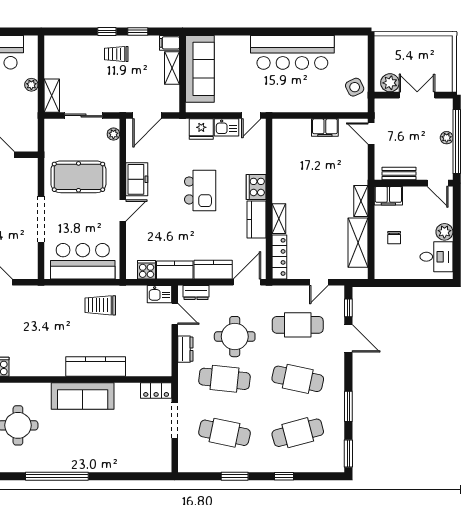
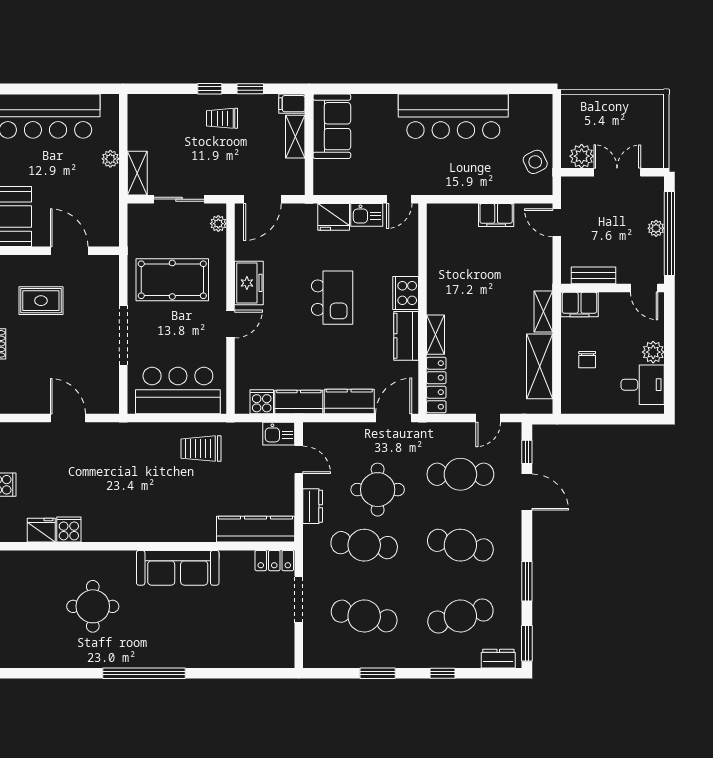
sofa: (200, 69) -> (332, 126), width x0.73
dresser: (196, 293) -> (498, 659), moved, turned 180
kitchen counter: (96, 367) -> (256, 529), moved

